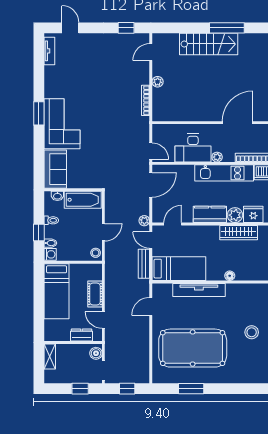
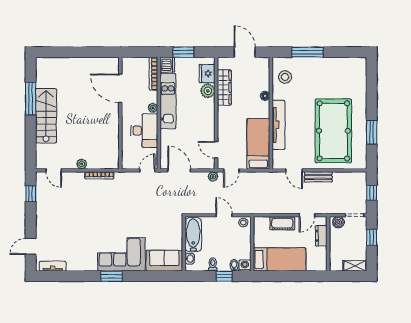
kitchen counter: (210, 214) -> (207, 115), removed
bench: (144, 264) -> (318, 177), moved
stool: (252, 332) -> (285, 77), moved
shelving: (50, 356) -> (355, 266), moved

